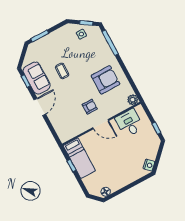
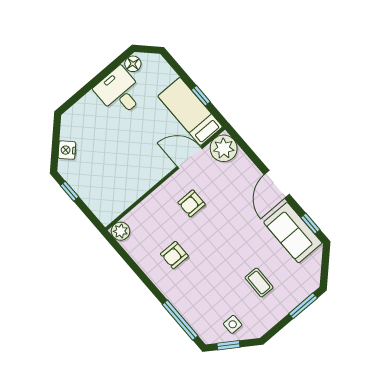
coffee table: (62, 71) -> (259, 282), moved
armchair: (106, 80) -> (174, 255), width x0.53, depth x0.53
desk: (129, 123) -> (119, 92), moved, turned 180
door: (101, 124) -> (190, 158), moved
plant: (65, 134) -> (224, 148), added
nightstand: (149, 165) -> (67, 150), moved

